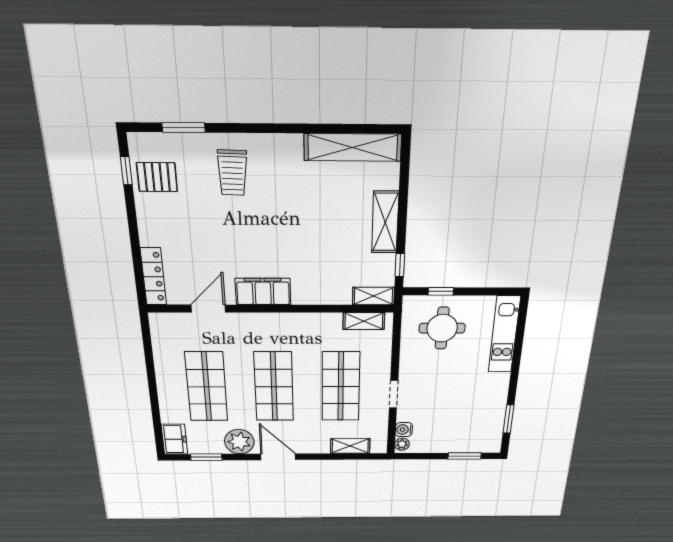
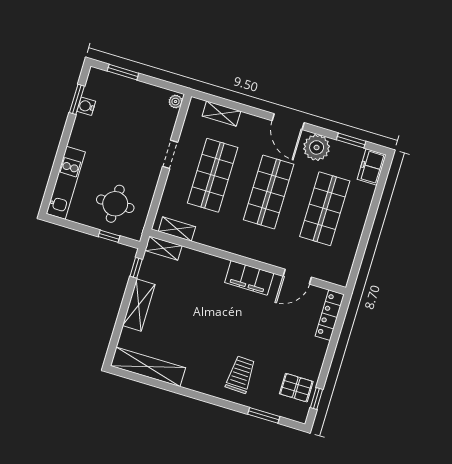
water cooler: (404, 430) -> (86, 106), moved, turned 180

